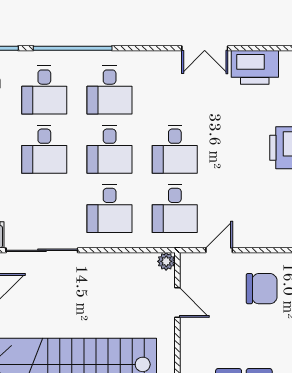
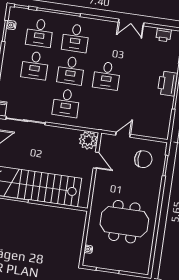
printer: (255, 67) -> (164, 35), width x0.53, depth x0.68
desk: (175, 208) -> (102, 108), removed
plant: (166, 261) -> (88, 140), width x1.87, depth x1.87

